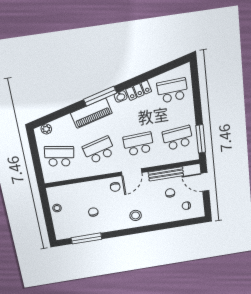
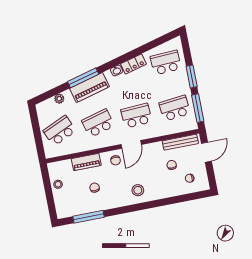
window: (100, 96) -> (83, 78), moved
window: (198, 106) -> (192, 76), added
plant: (46, 129) -> (59, 99), moved
school desk: (59, 156) -> (60, 131), turned -33
bench: (166, 174) -> (180, 142), moved
door: (205, 182) -> (206, 152), swing flipped
piano: (86, 188) -> (86, 162), added

